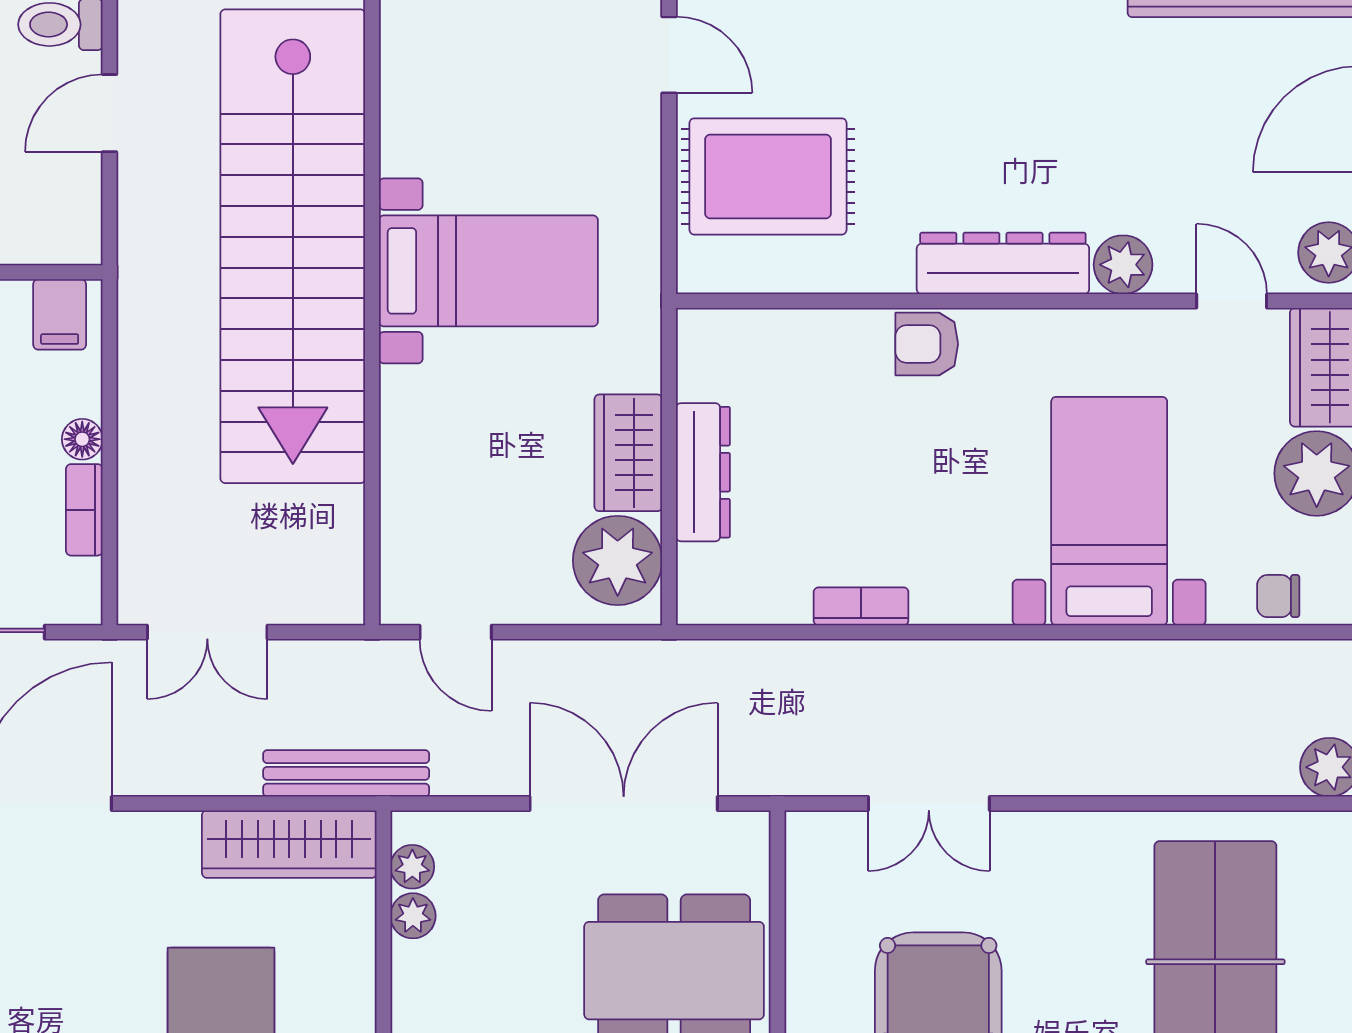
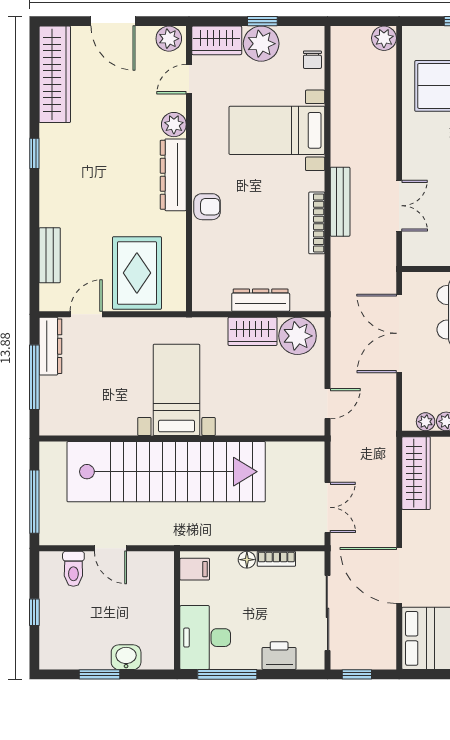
armchair: (927, 344) -> (207, 207), turned -90
bookcase: (861, 606) -> (317, 223), width x1.56
bench: (346, 773) -> (340, 202), moved

